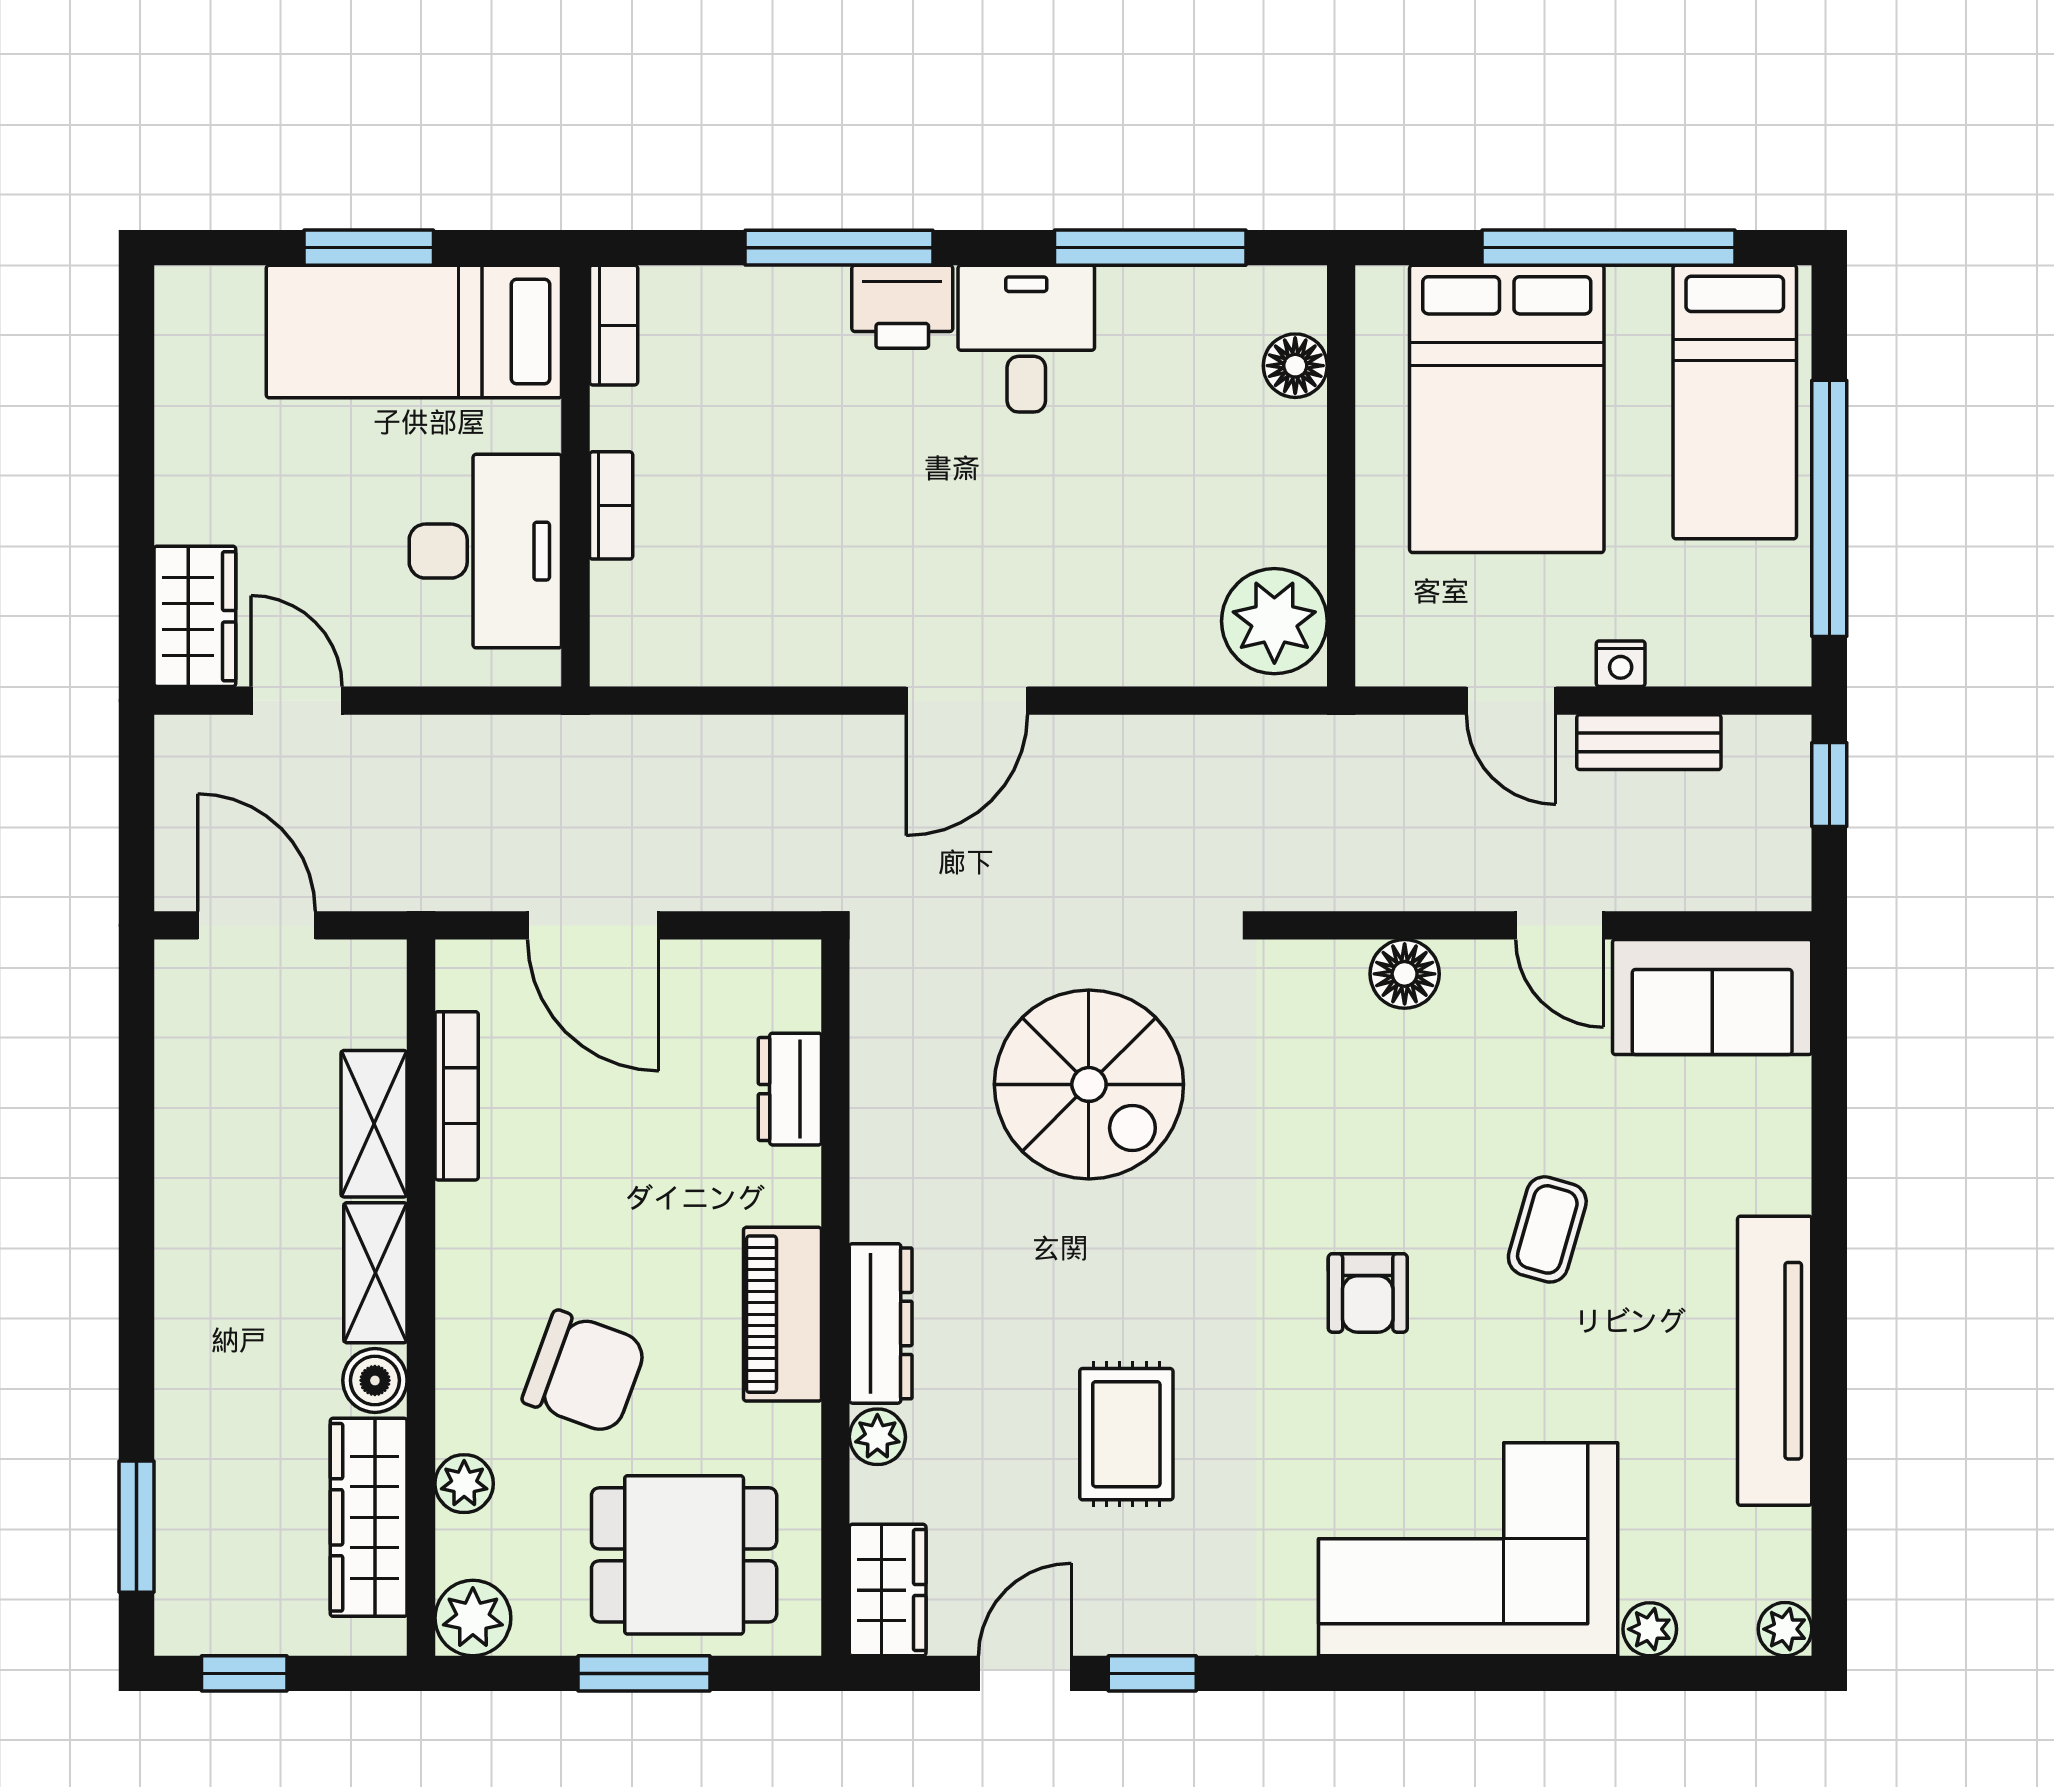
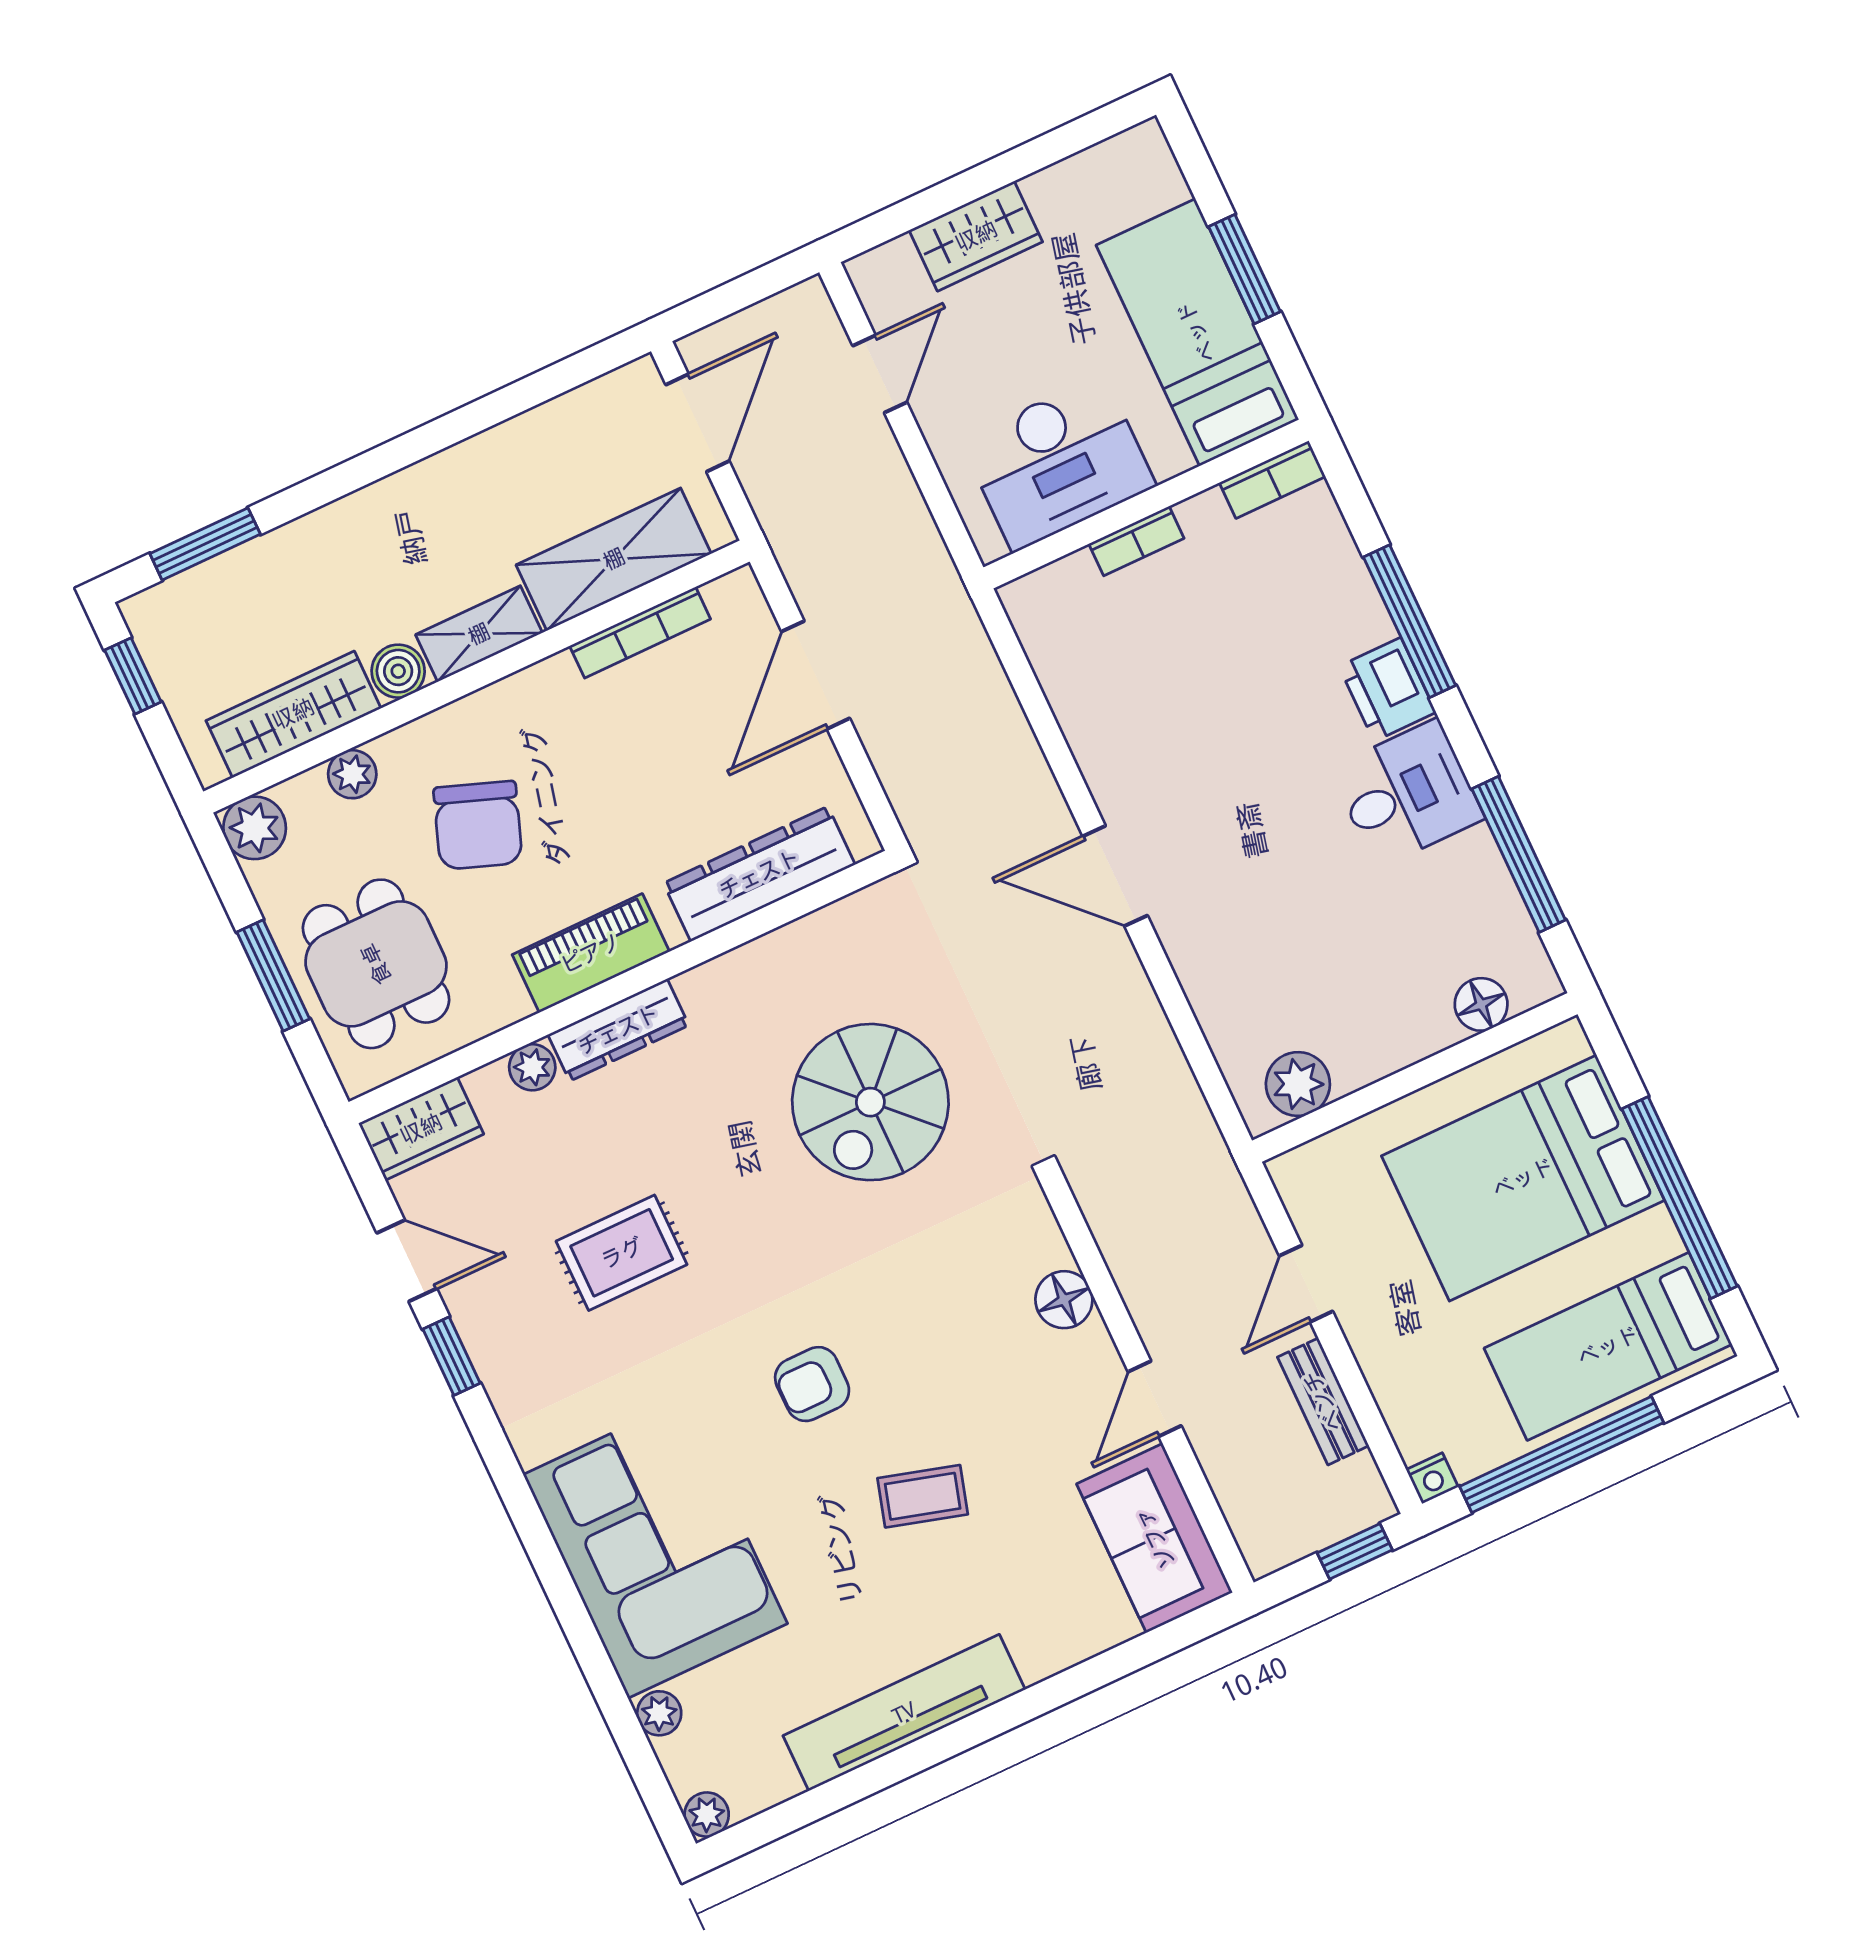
wardrobe: (195, 616) -> (976, 236), moved
plant: (1274, 621) -> (1298, 1084), width x0.73, depth x0.73
nightstand: (1621, 664) -> (1432, 1478), moved, turned -90
dresser: (790, 1089) -> (759, 874), width x1.96, depth x1.24
shelving: (374, 1124) -> (614, 559), width x1.50, depth x1.33

